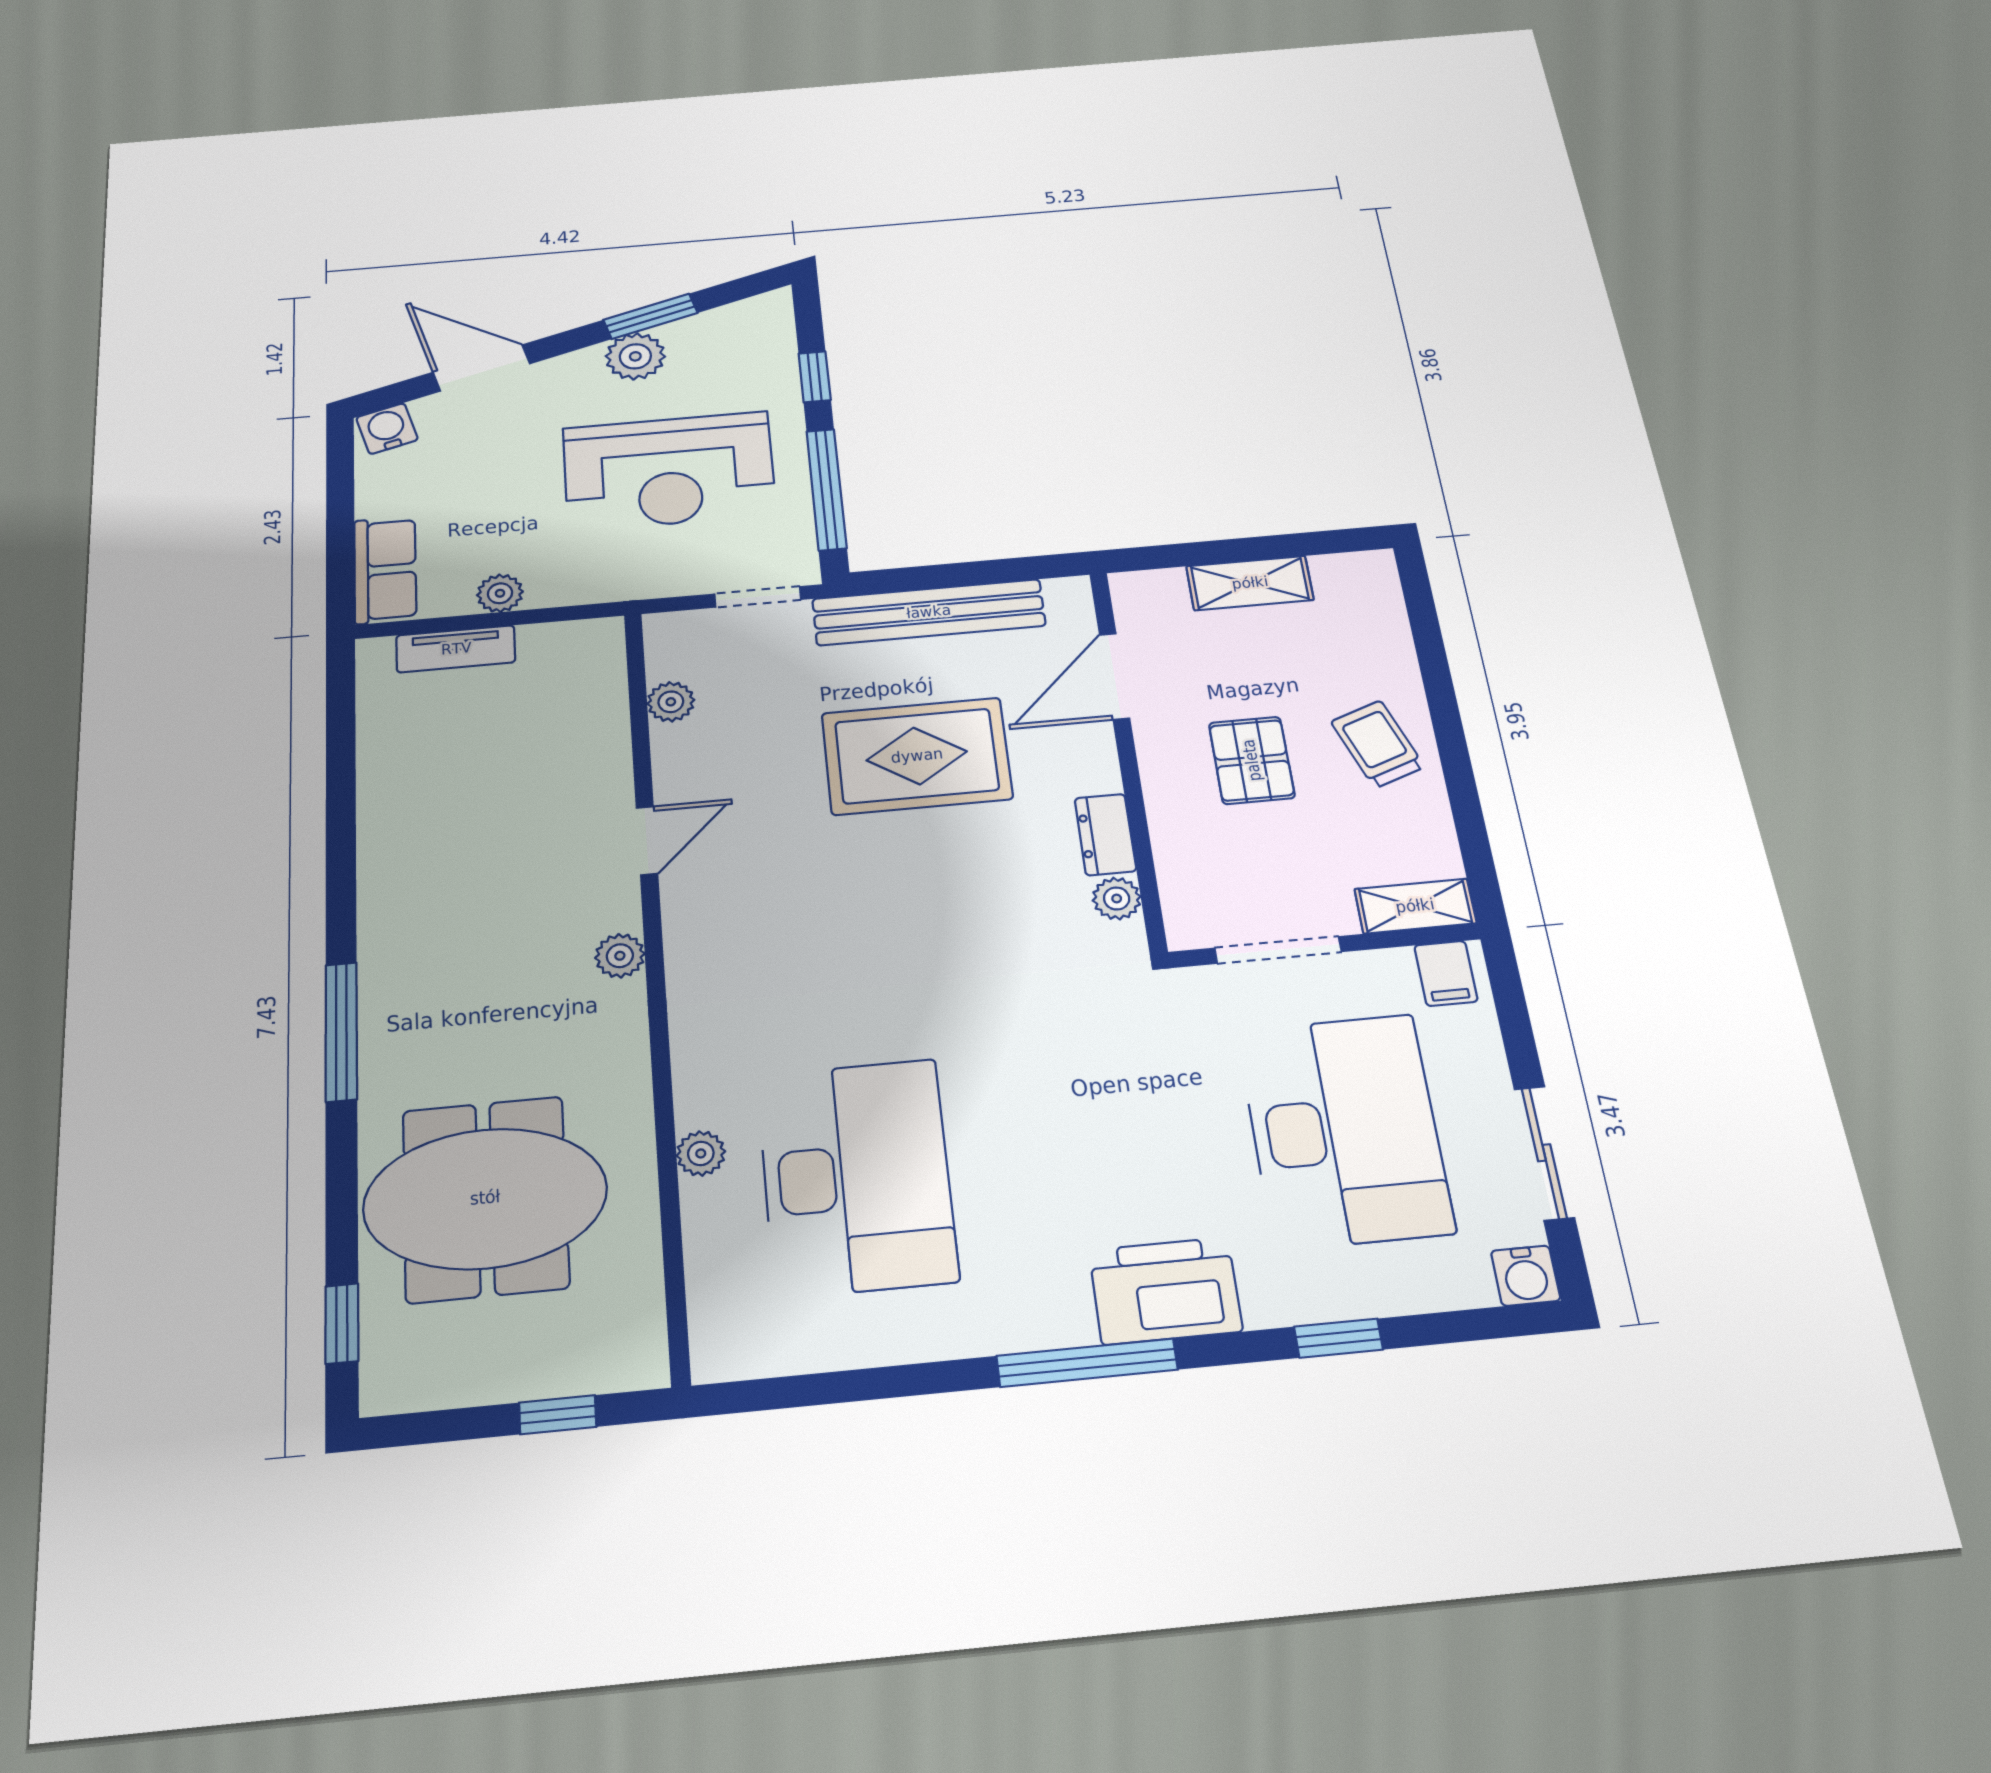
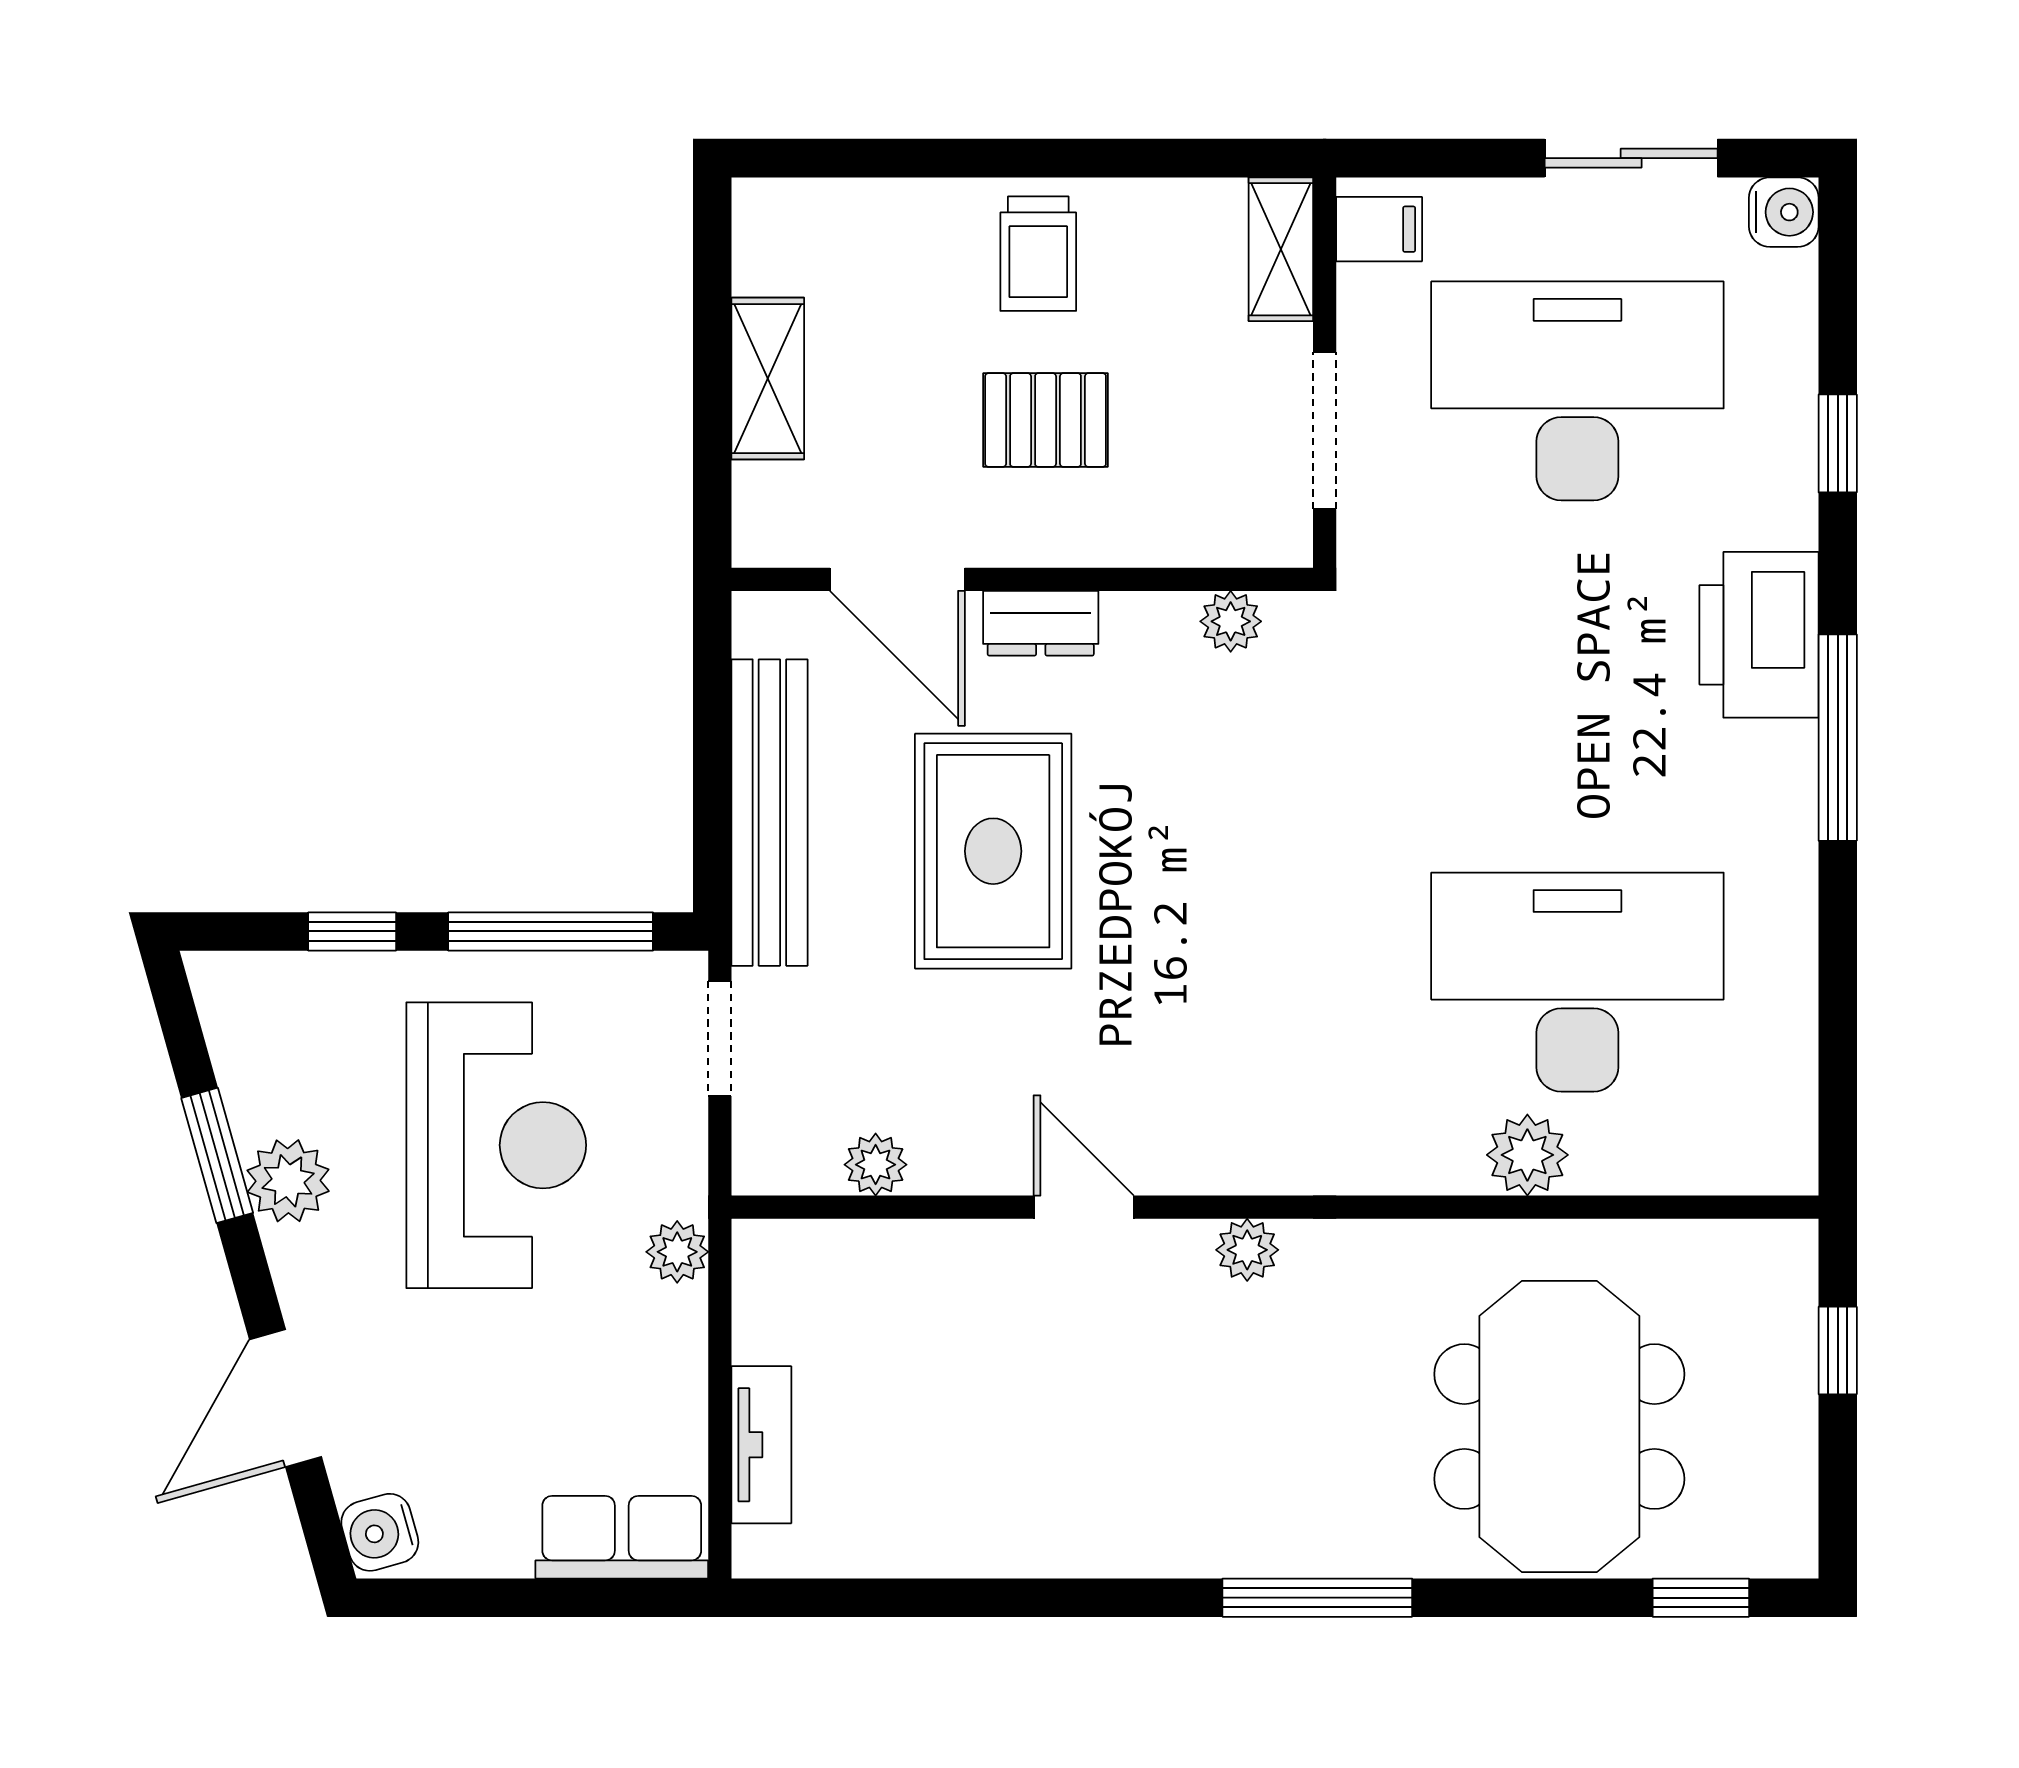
plant: (500, 593) -> (677, 1252), moved
trolley: (1378, 744) -> (1038, 254), turned -70
dresser: (1105, 835) -> (1041, 623), moved
plant: (701, 1153) -> (1527, 1155), width x1.38, depth x1.38

